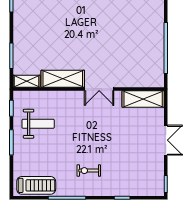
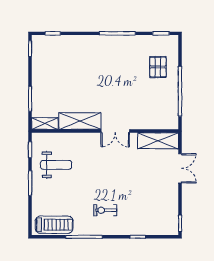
pallet: (143, 23) -> (158, 67), added
double door: (166, 140) -> (180, 168), moved

